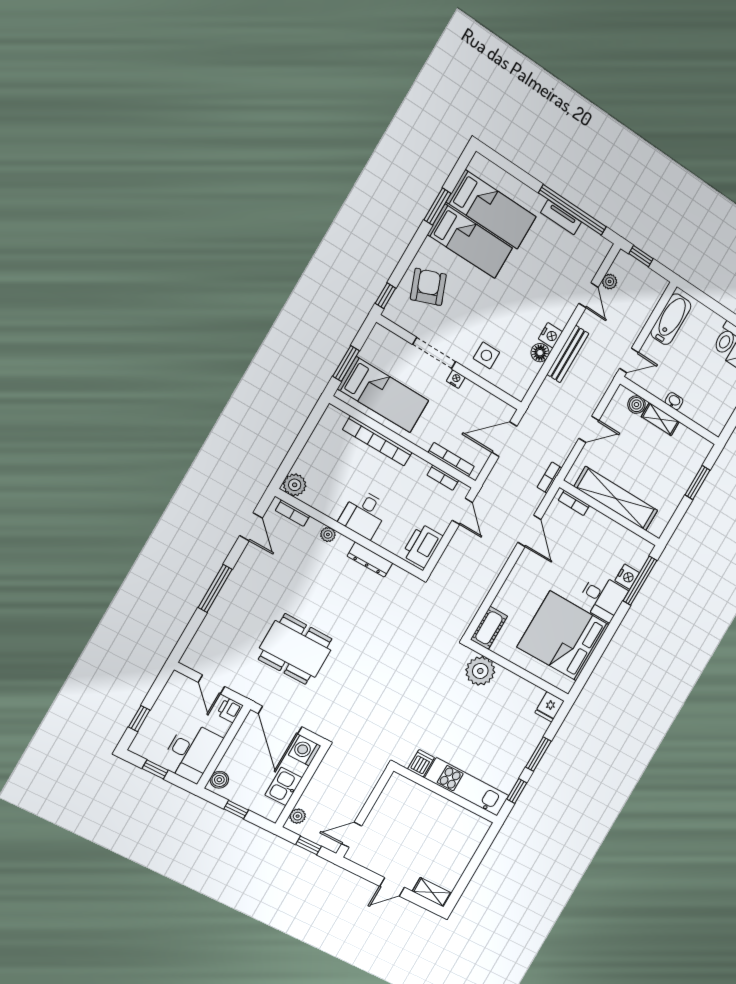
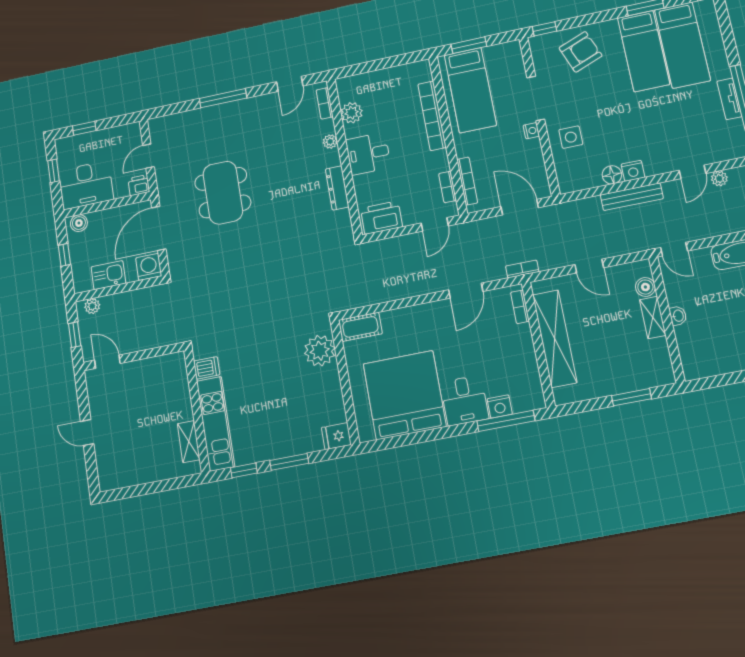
plant: (295, 485) -> (352, 113), moved
shelving: (432, 892) -> (189, 442), moved

